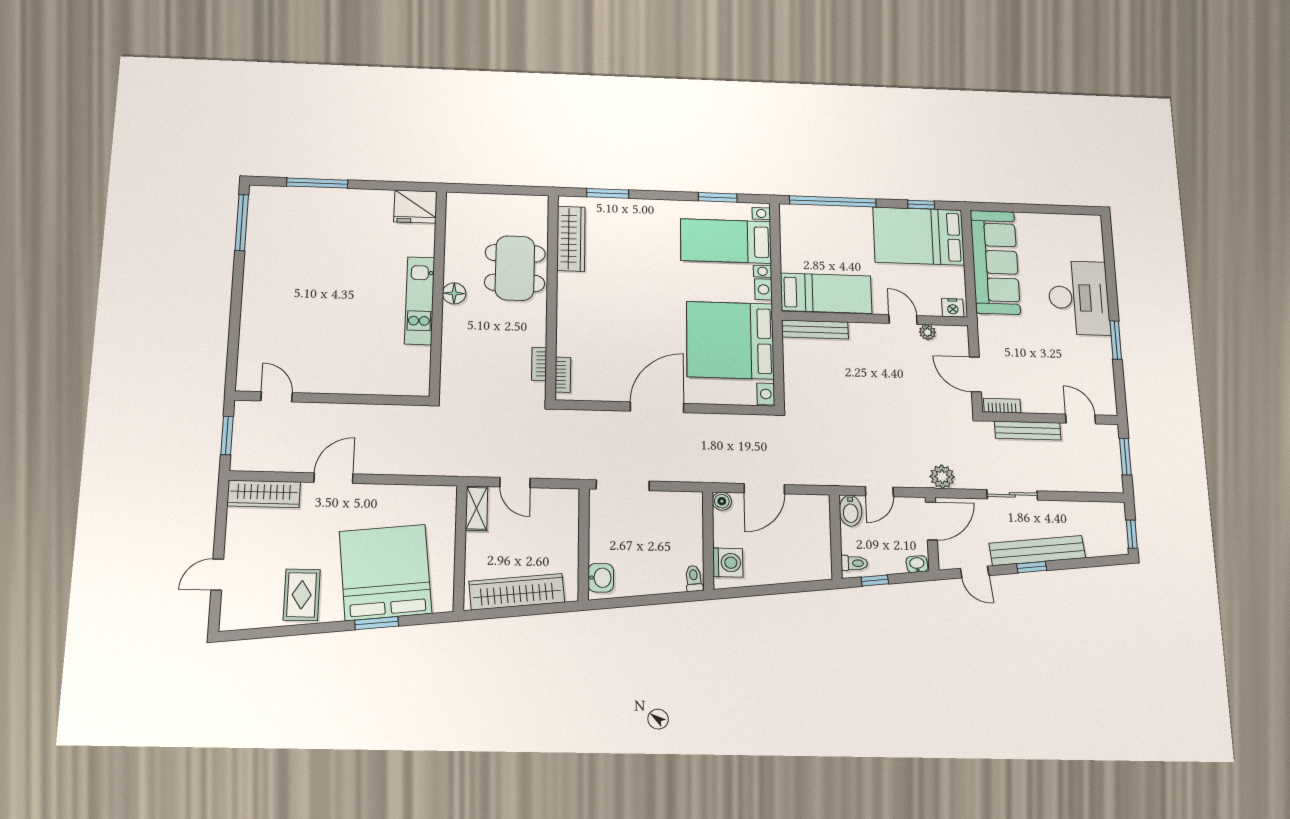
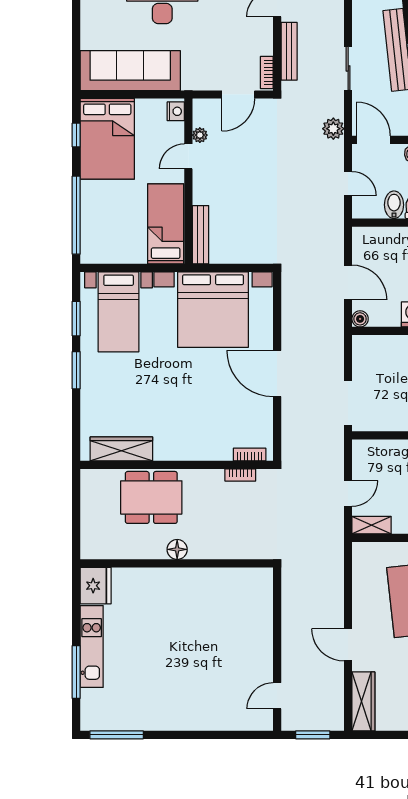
window: (608, 193) -> (76, 370), moved
kitchen unit: (420, 301) -> (92, 647), moved, turned -90
bidet: (851, 511) -> (394, 205), moved, turned -90

